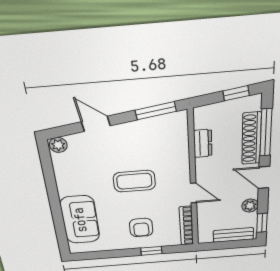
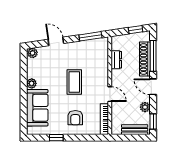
coffee table: (134, 181) -> (74, 82), turned 90
plant: (65, 189) -> (32, 83), added
window: (151, 251) -> (56, 138), moved

